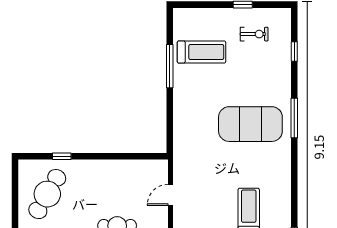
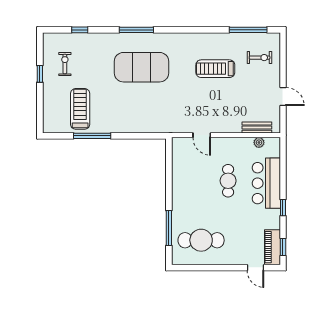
exercise mat: (250, 124) -> (141, 67), turned 90
window: (62, 156) -> (169, 228), width x2.17
cafe table: (47, 194) -> (201, 240), turned -30

